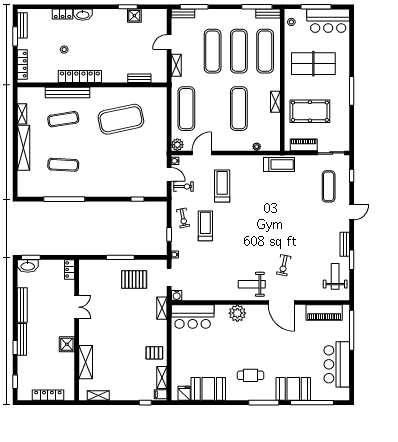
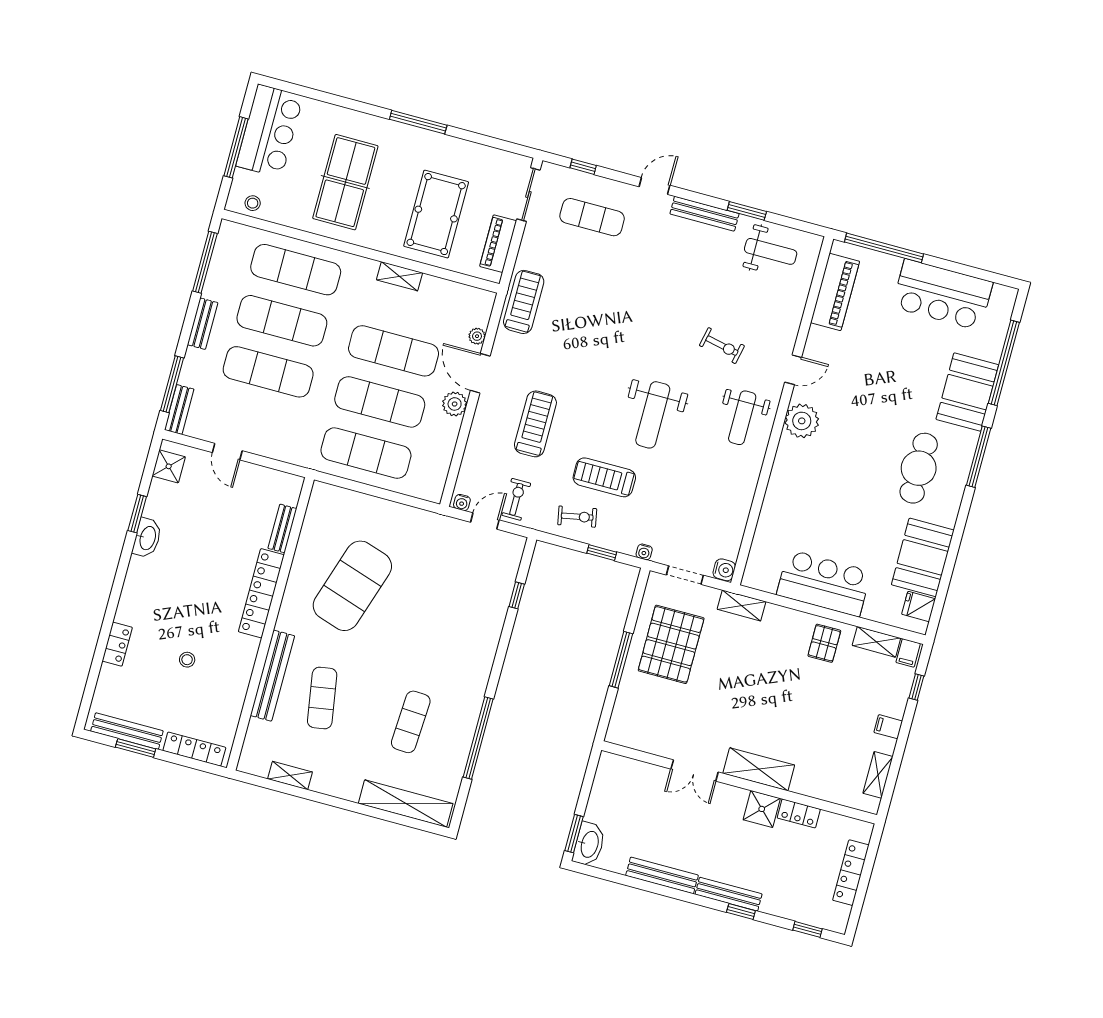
bench: (268, 14) -> (203, 324), moved
washbasin: (83, 15) -> (147, 538), moved
shower: (134, 16) -> (169, 466), moved
bench: (22, 25) -> (127, 731), width x1.36
shelving: (176, 65) -> (277, 450), removed
locker: (80, 77) -> (261, 593), moved
exercise mat: (213, 109) -> (380, 402), added
exercise mat: (121, 119) -> (352, 586), turned 30
plant: (177, 145) -> (455, 404), moved
shelving: (24, 148) -> (406, 803), moved
door: (202, 153) -> (480, 373), moved
treadmill: (222, 186) -> (535, 424), turned 90
door: (352, 212) -> (654, 186), hinge flipped
weight bench: (242, 241) -> (653, 415), added
bench: (345, 244) -> (704, 214), width x1.36
locker: (70, 269) -> (799, 813), moved
weight bench: (335, 276) -> (771, 251), turned 180
pallet: (134, 279) -> (671, 644), width x1.37, depth x1.41
door: (281, 303) -> (793, 370), width x0.53
double door: (77, 307) -> (695, 770), swing flipped
plant: (237, 313) -> (802, 421), moved
bar counter: (193, 317) -> (824, 583), moved, turned -90
shelving: (86, 362) -> (759, 769), moved
cafe table: (250, 375) -> (919, 468), width x1.37, depth x1.35
filing cabinet: (123, 394) -> (888, 727), added

